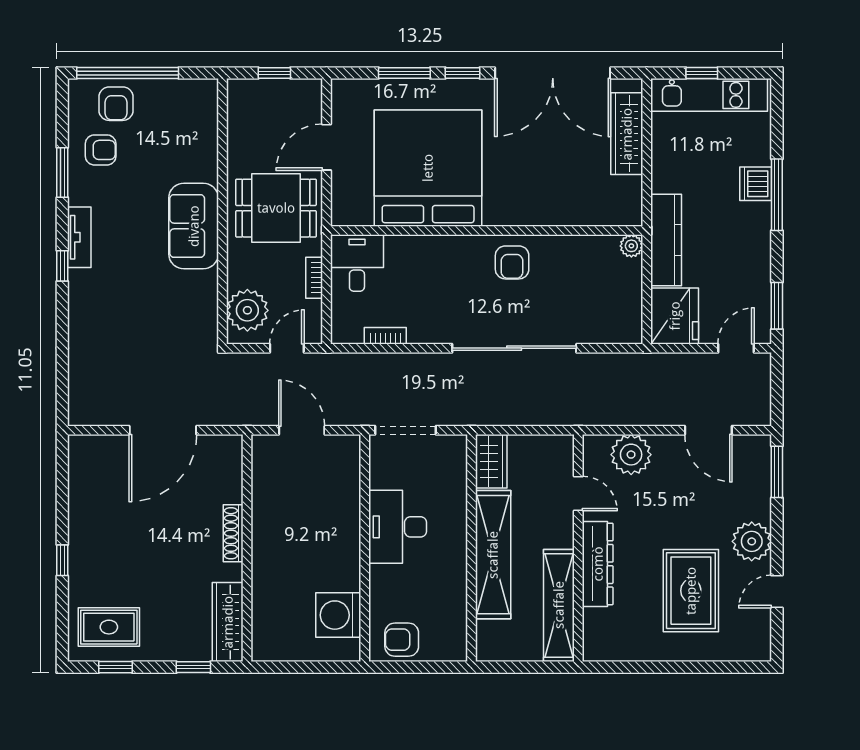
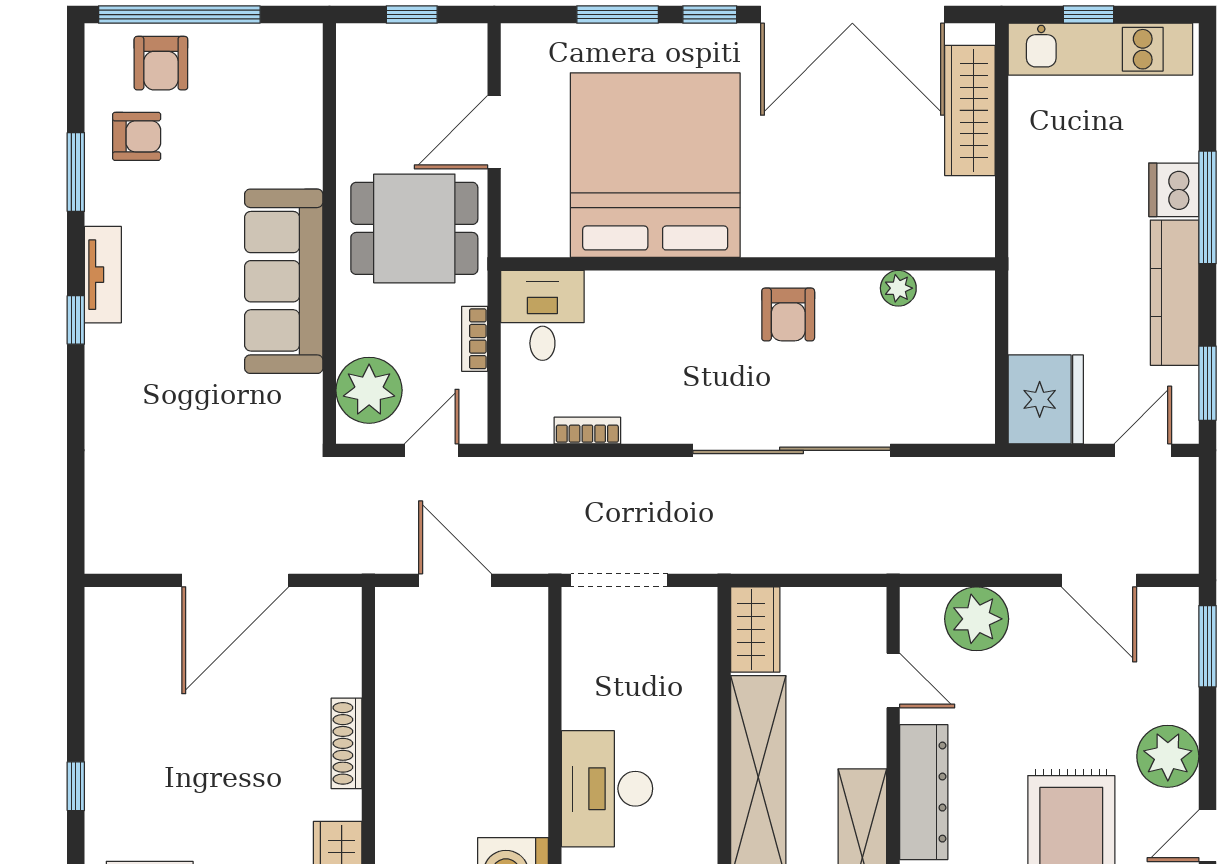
sofa: (194, 226) -> (284, 281), width x1.36
kitchen counter: (666, 240) -> (1175, 293), moved, turned 180
plant: (631, 246) -> (898, 288), moved
desk: (398, 527) -> (607, 789), moved

